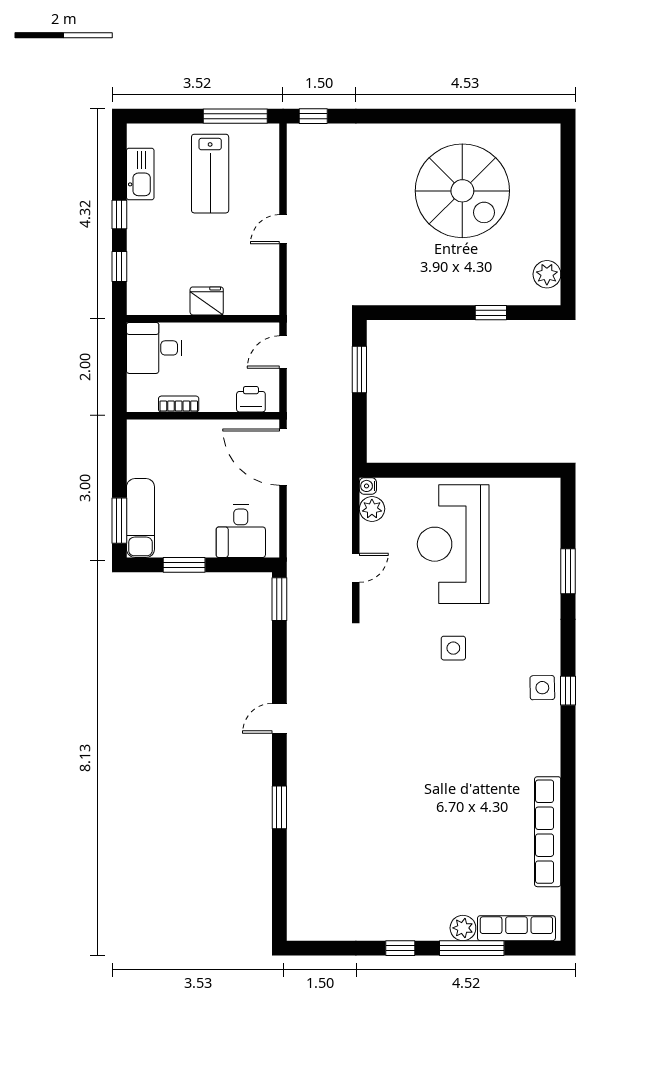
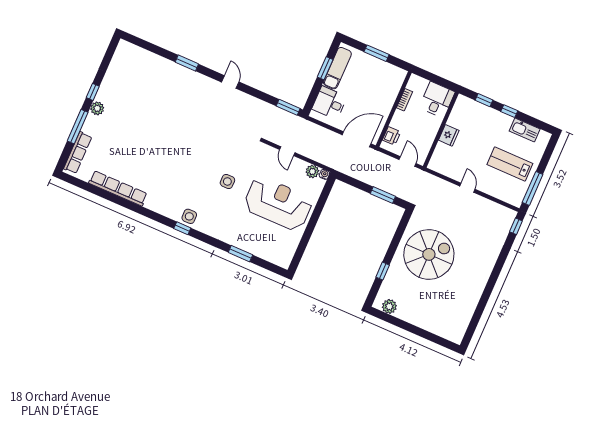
spiral stairs: (462, 191) -> (429, 254), moved, turned 180
exam couch: (140, 518) -> (337, 68), moved, turned -90
window: (119, 521) -> (377, 53), moved
plant: (463, 928) -> (97, 108), moved

